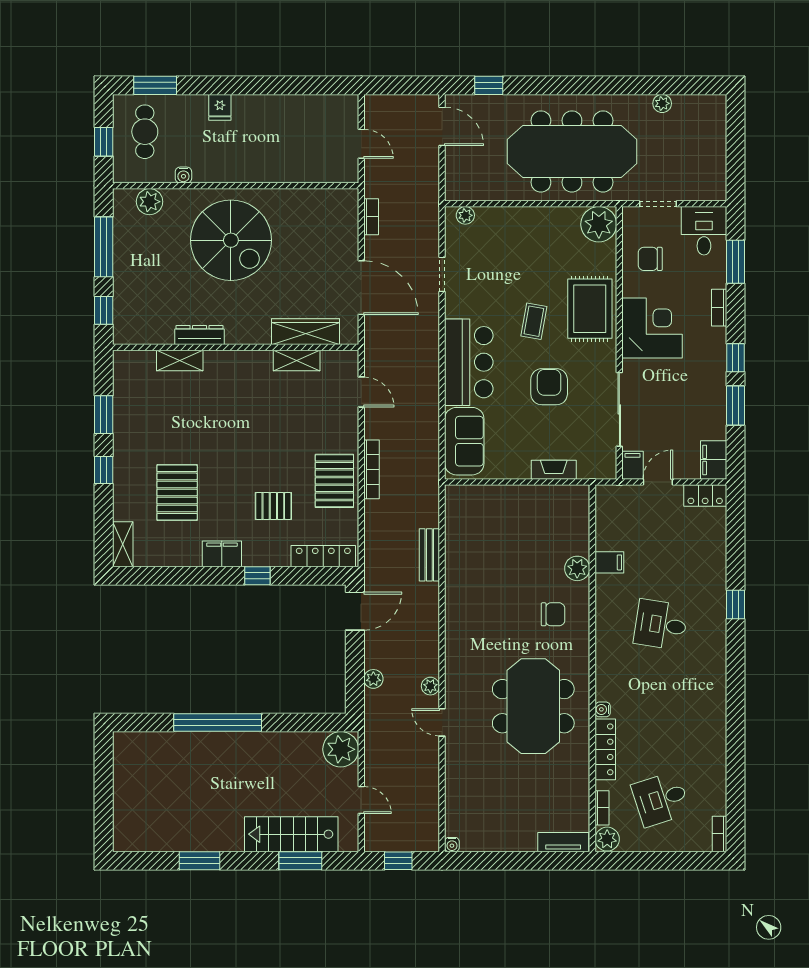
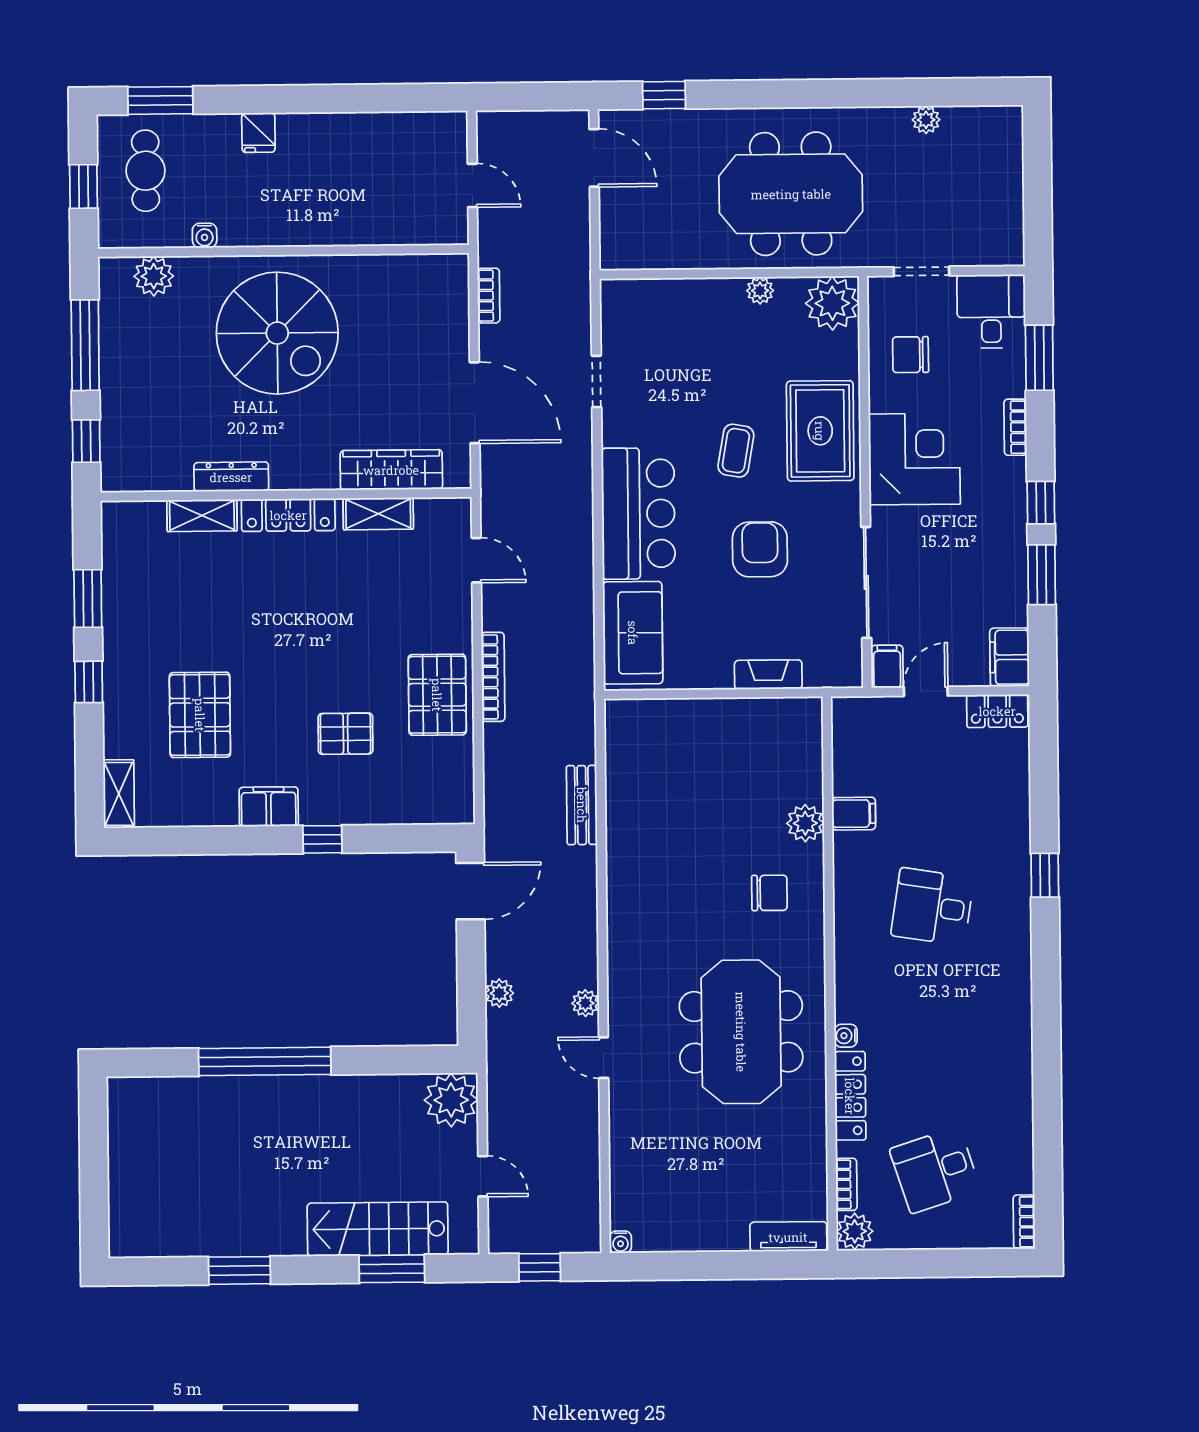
meeting table: (572, 151) -> (791, 194), width x0.73
plant: (465, 215) -> (760, 291), moved
locker: (323, 556) -> (288, 515), moved, turned 180

